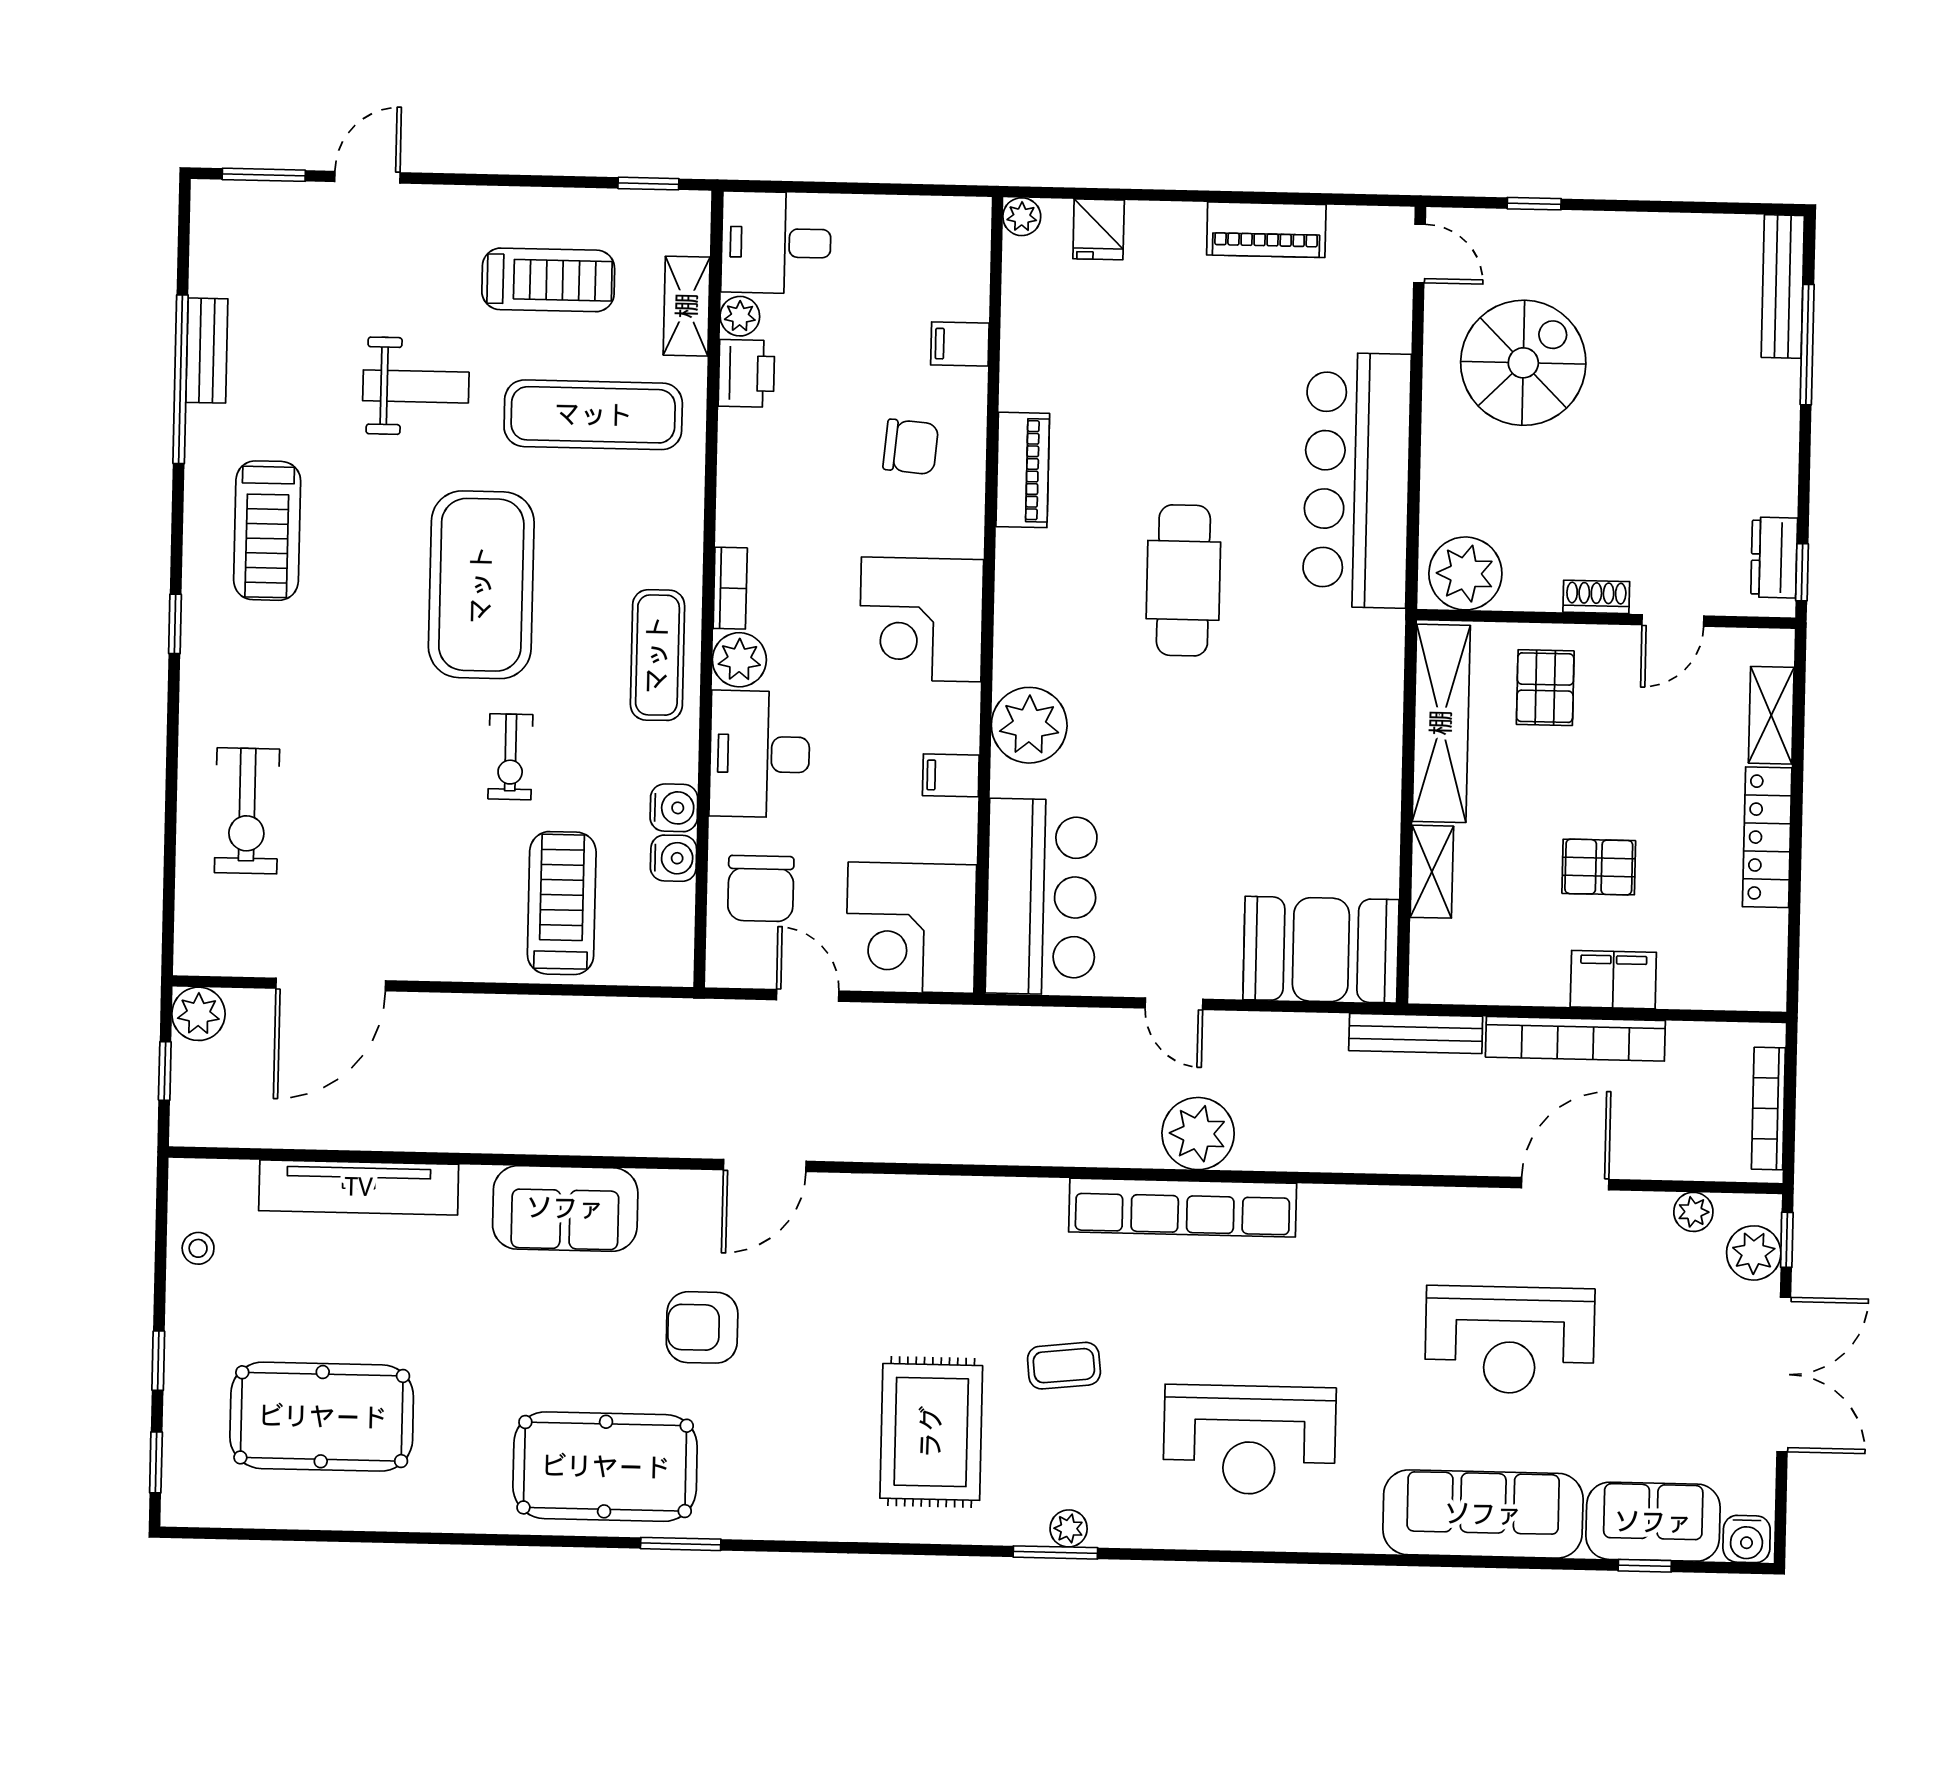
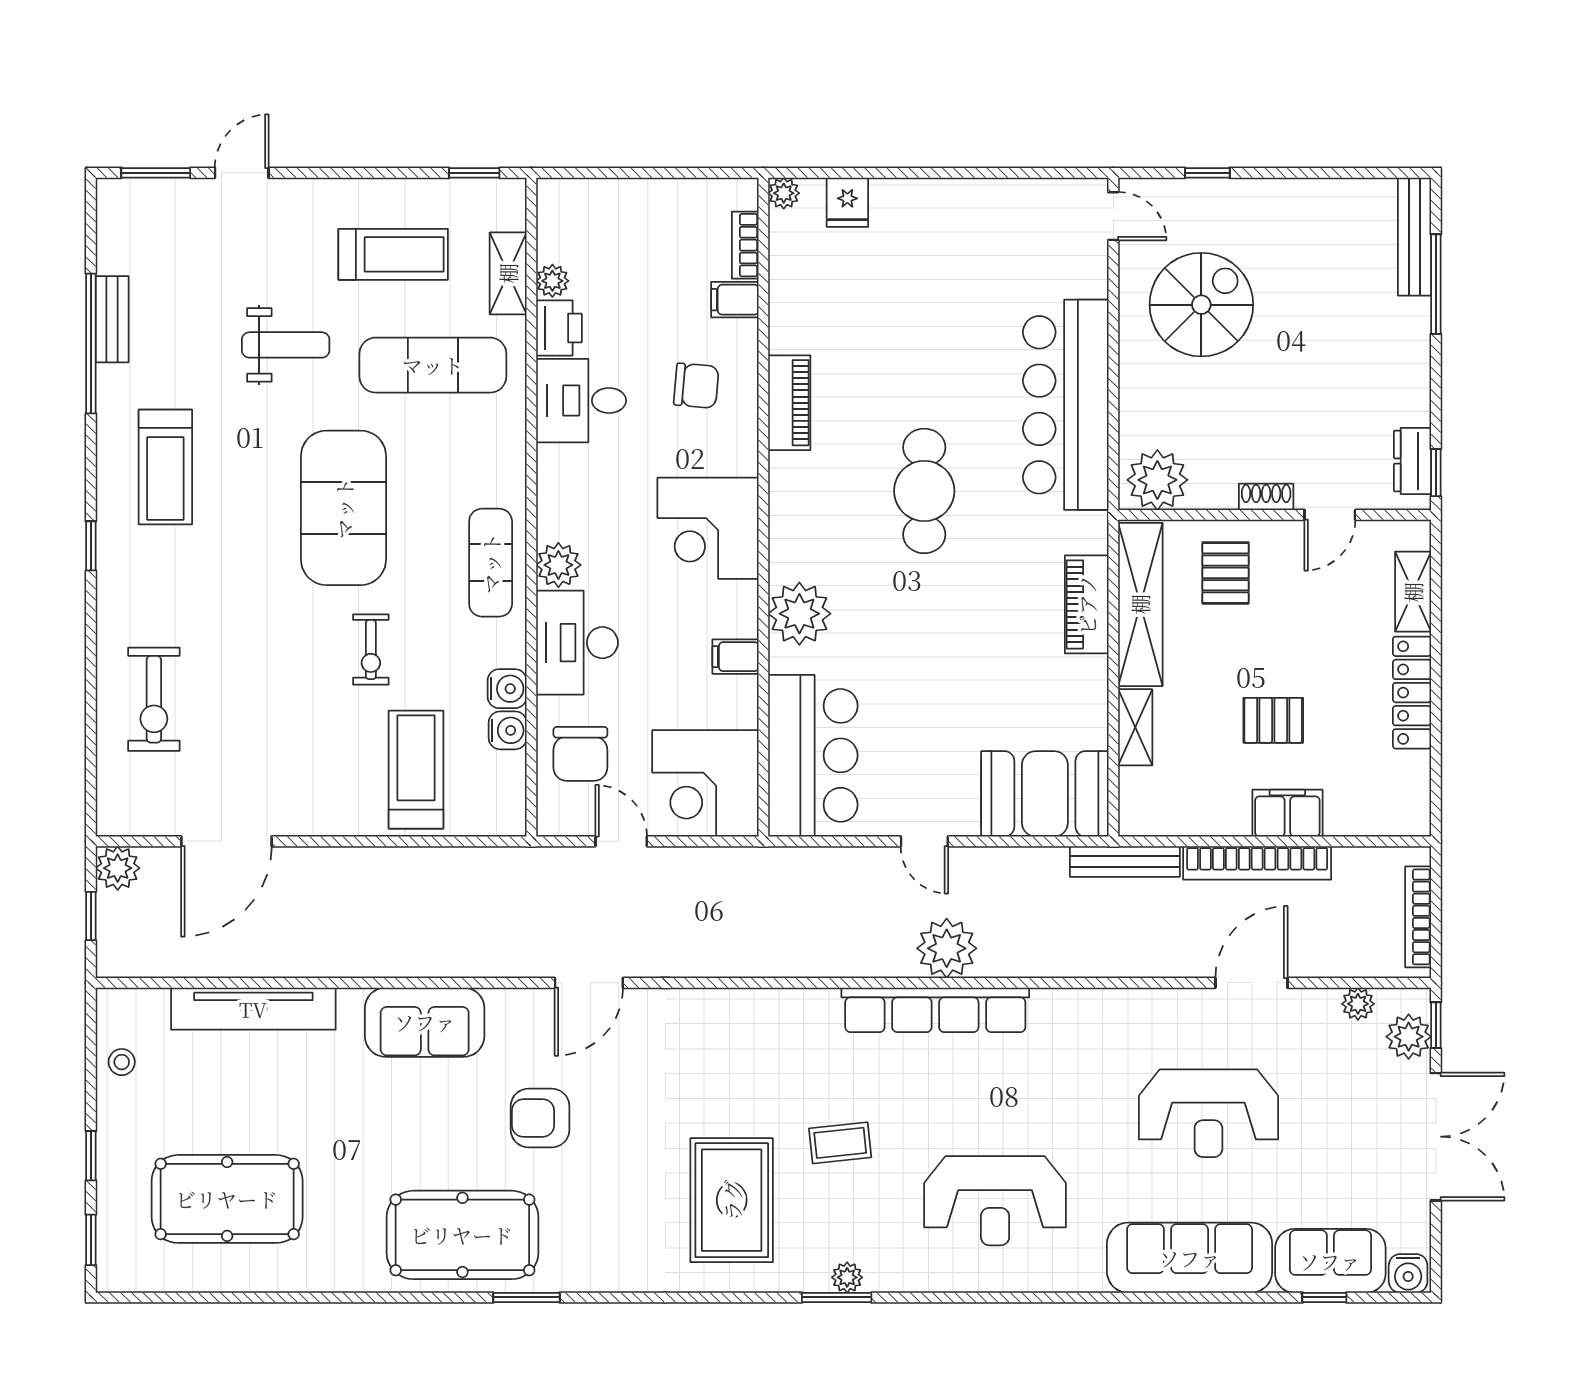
piano: (1266, 230) -> (1087, 604), moved, turned 90
desk: (776, 243) -> (581, 401), moved
bookcase: (730, 588) -> (745, 245), moved, turned 180

